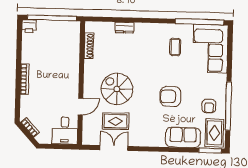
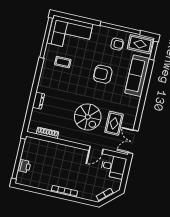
printer: (29, 26) -> (24, 166), moved
spiral stairs: (117, 89) -> (88, 117), turned -90
armchair: (170, 96) -> (103, 74), turned 90
door: (81, 106) -> (96, 150), swing flipped
sofa: (183, 137) -> (137, 76), width x1.36
double door: (114, 148) -> (133, 142), moved

